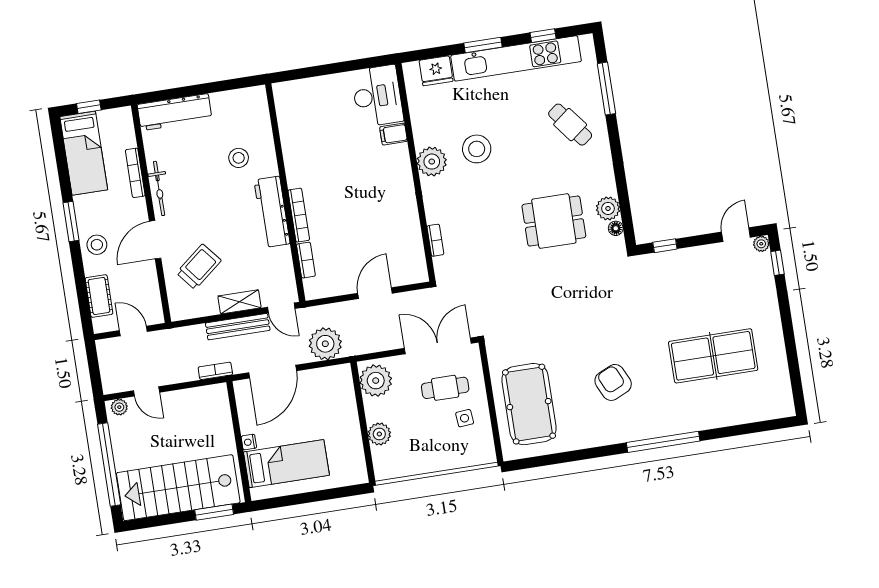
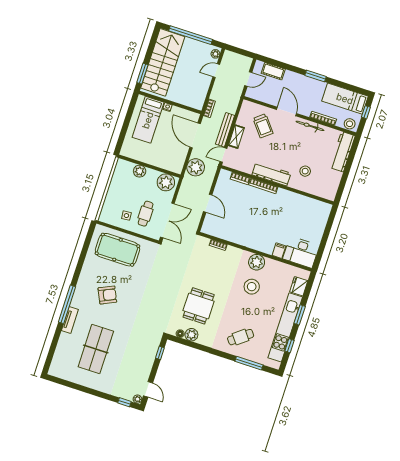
stool: (97, 245) -> (350, 124), moved
tv unit: (687, 424) -> (70, 320), added

